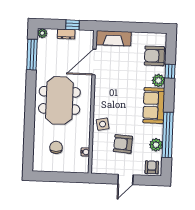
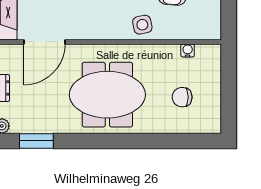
window: (32, 55) -> (36, 141), width x0.69
door: (94, 62) -> (44, 42), hinge flipped

